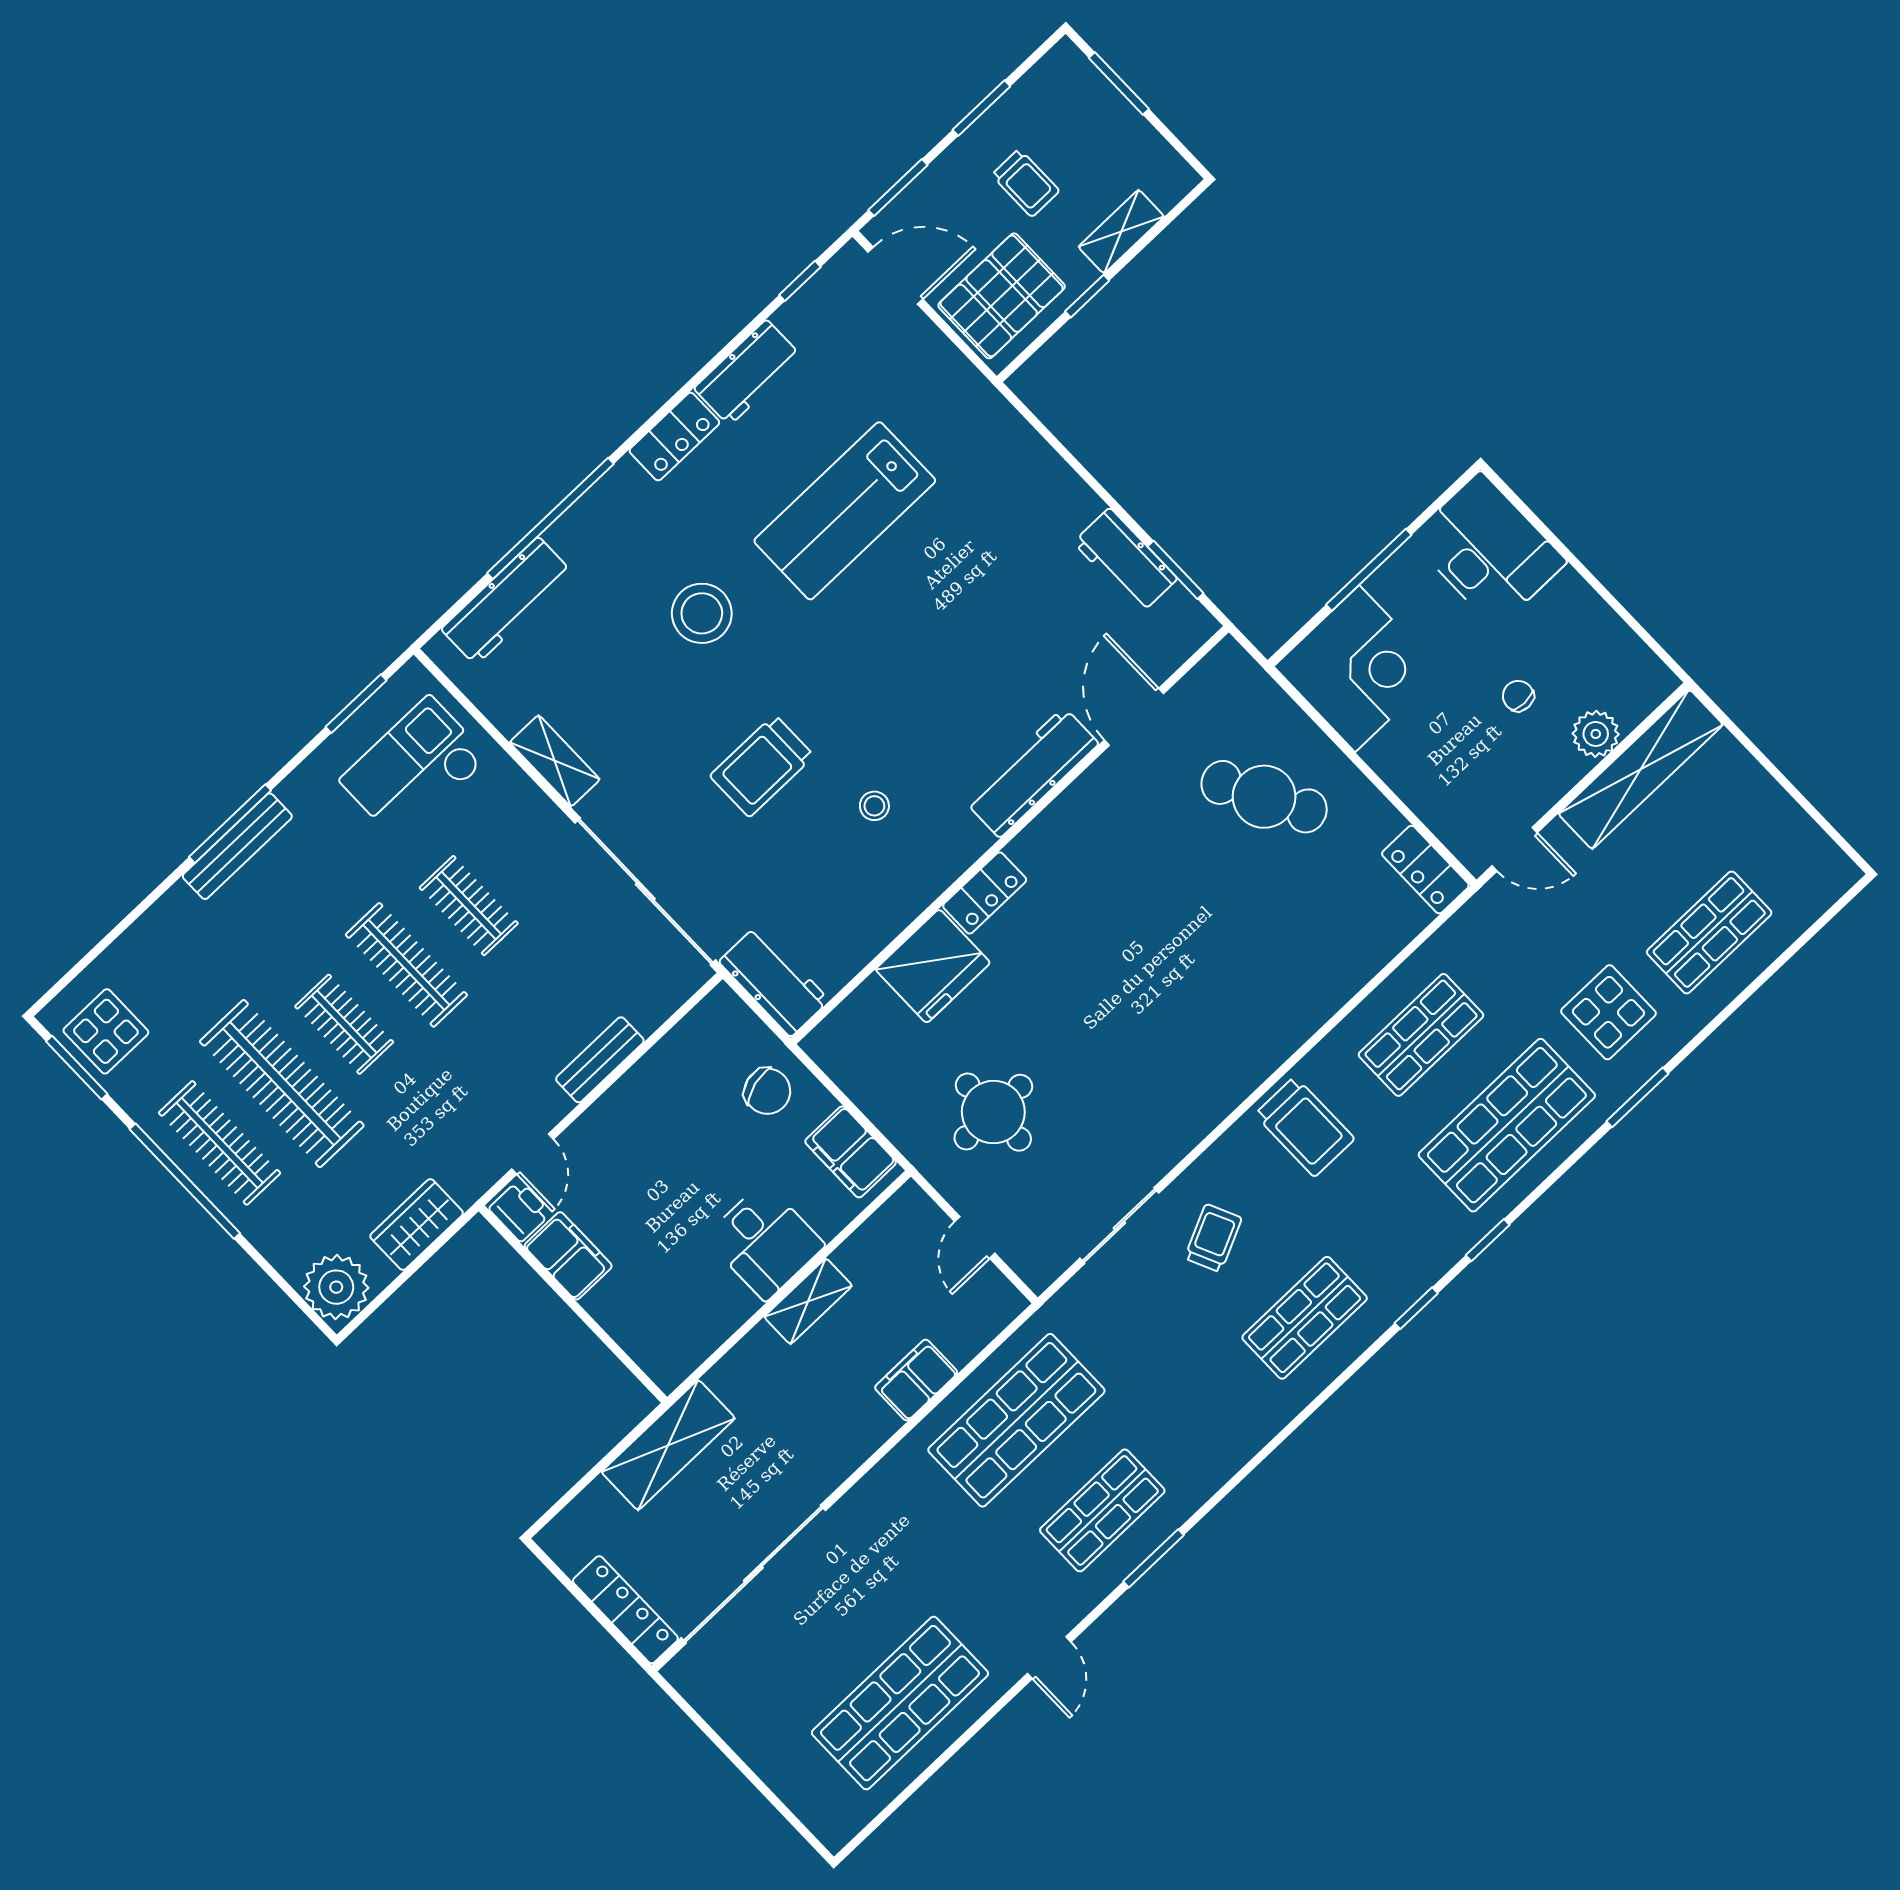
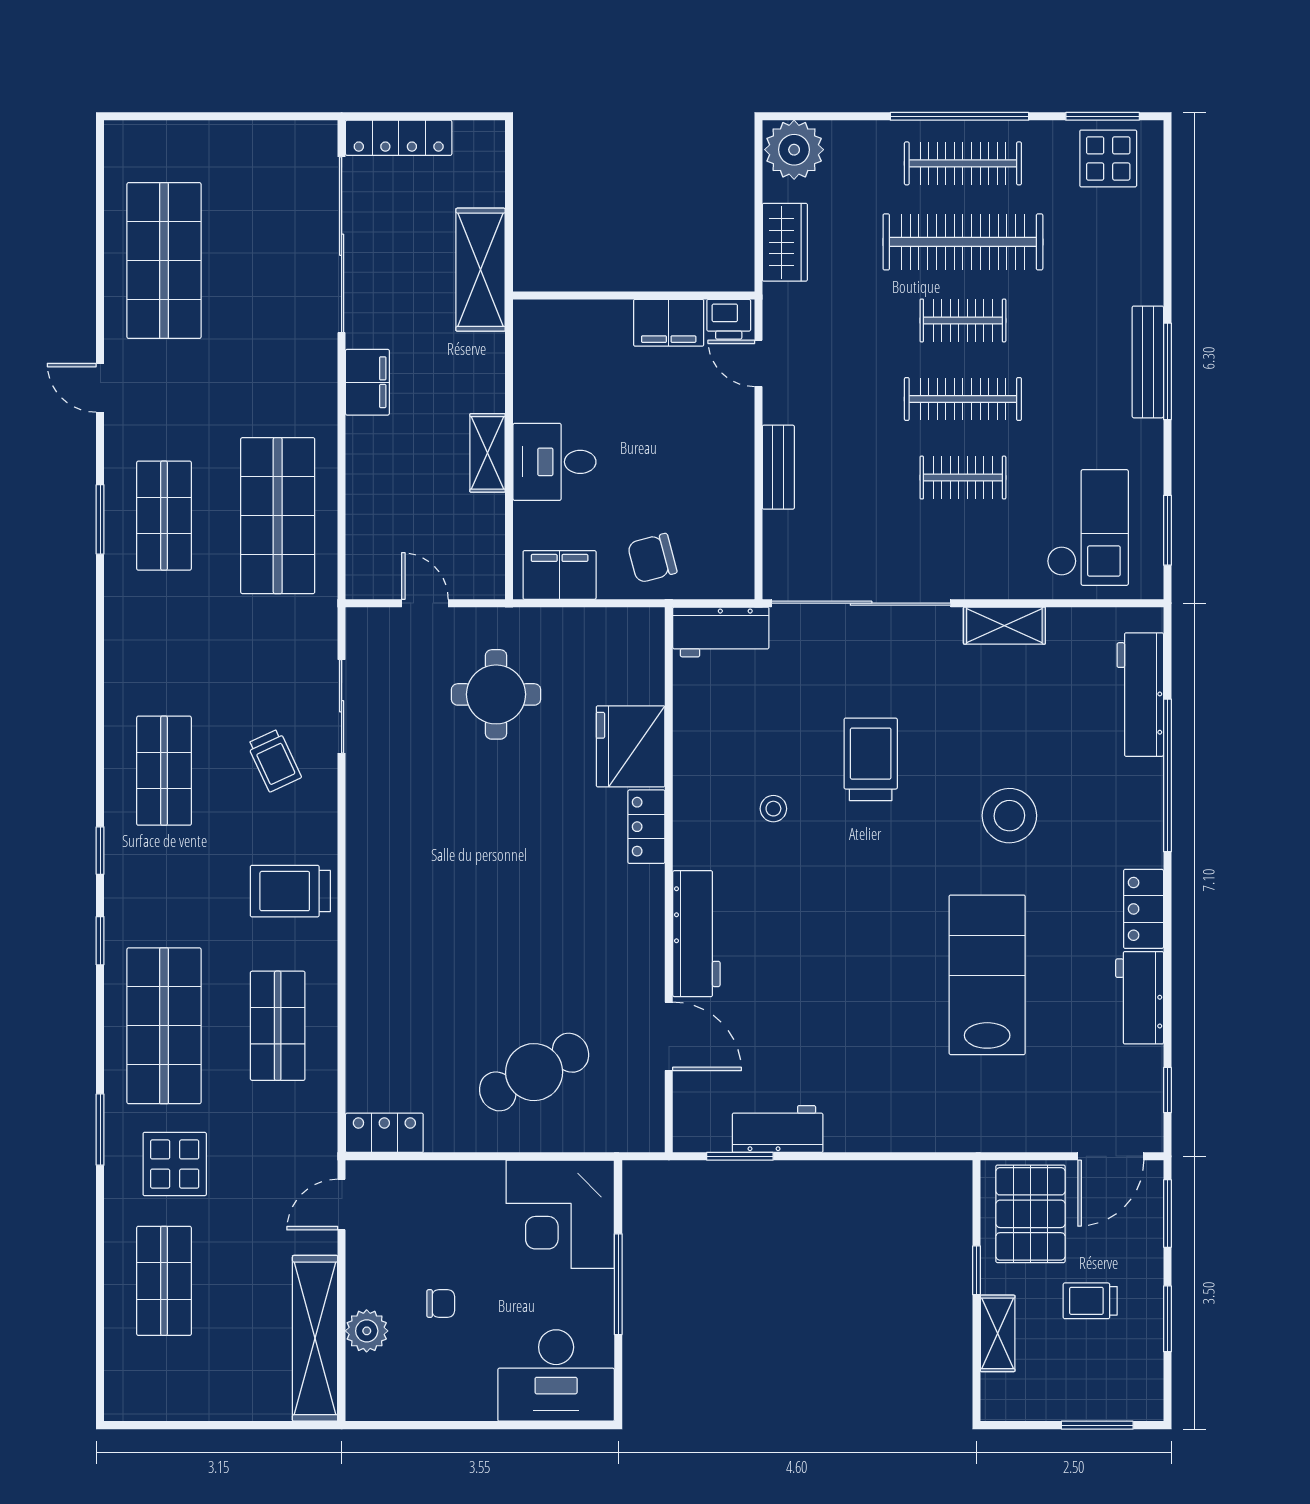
filing cabinet: (916, 1380) -> (367, 382), moved

